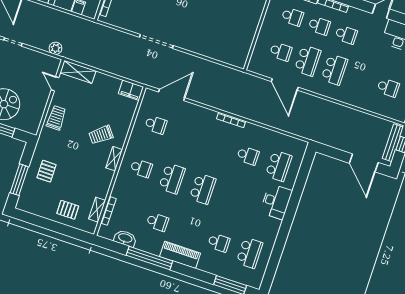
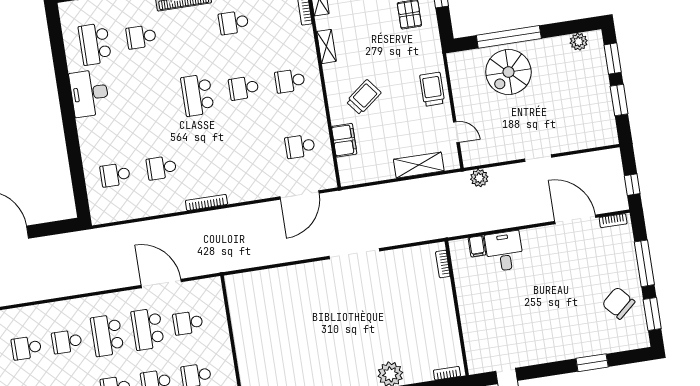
shelving: (78, 72) -> (419, 165), moved
school desk: (361, 79) -> (67, 342), added
filing cabinet: (131, 90) -> (344, 140), moved, turned 90
trolley: (56, 118) -> (432, 89), turned 180
shelving: (114, 159) -> (326, 46), moved
school desk: (279, 166) -> (115, 175), width x0.54
school desk: (172, 178) -> (244, 88), width x0.54
desk: (276, 202) -> (89, 93), moved

